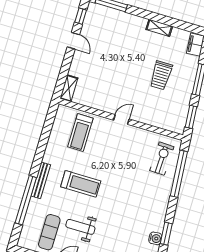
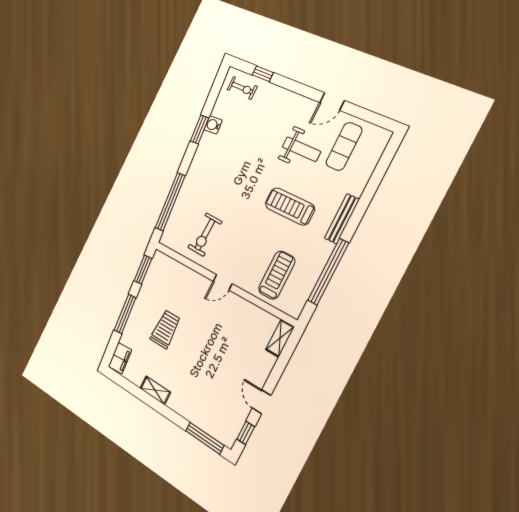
exercise bike: (162, 159) -> (205, 235), moved
window: (26, 200) -> (328, 272), moved

